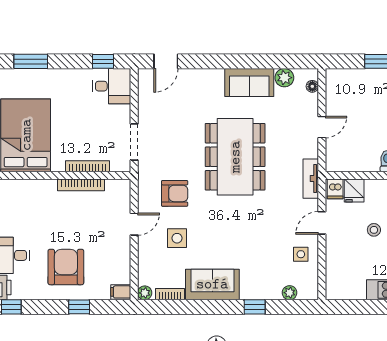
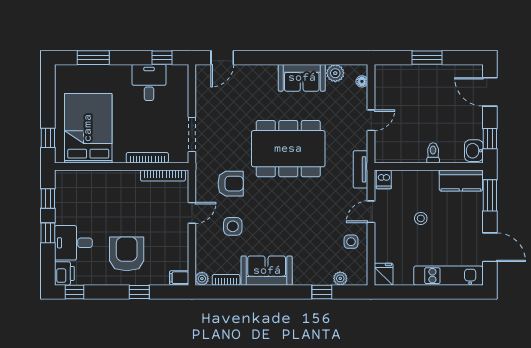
desk: (112, 86) -> (149, 82), moved, turned -90
dining table: (235, 157) -> (288, 149), turned 90
bookcase: (81, 185) -> (163, 175), moved
fridge: (354, 190) -> (384, 274), moved, turned 180
window: (255, 307) -> (322, 292), moved

